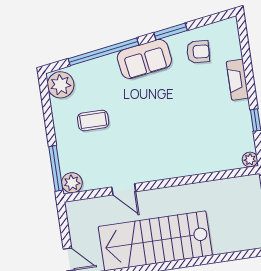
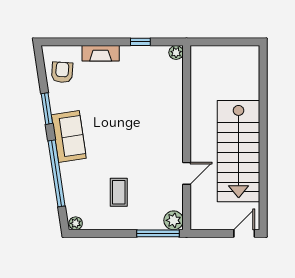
armchair: (198, 52) -> (62, 72), moved
plant: (61, 85) -> (76, 223), width x0.53, depth x0.53

